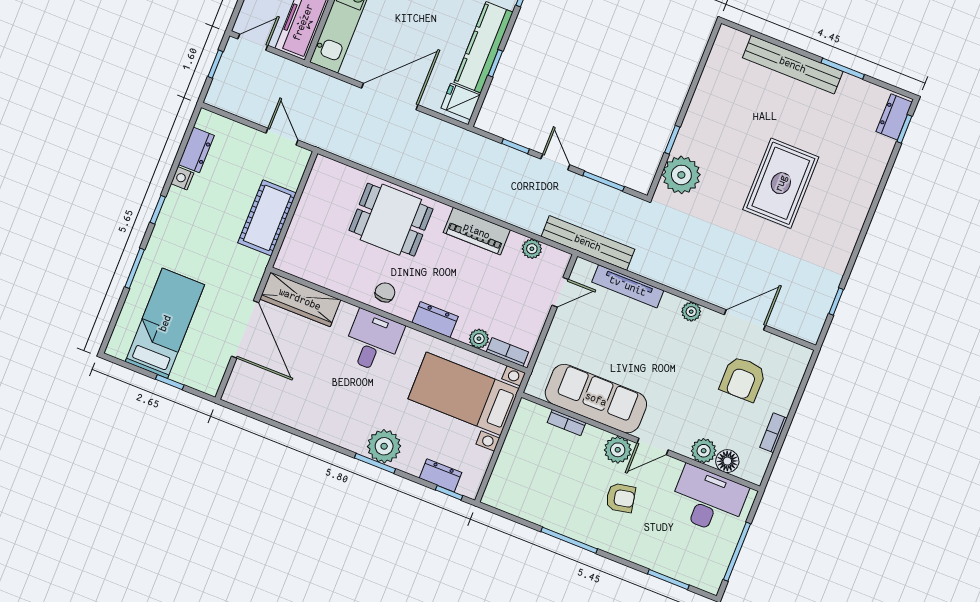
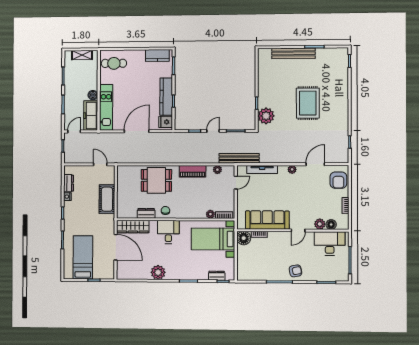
dresser: (894, 117) -> (343, 58), removed
door: (555, 162) -> (213, 131), hinge flipped
dresser: (435, 319) -> (146, 213), moved
armchair: (743, 379) -> (338, 180), moved
floor lamp: (530, 418) -> (244, 238), added
plant: (384, 446) -> (158, 272), moved
plant: (618, 450) -> (284, 237), removed
armchair: (621, 498) -> (295, 271), moved

